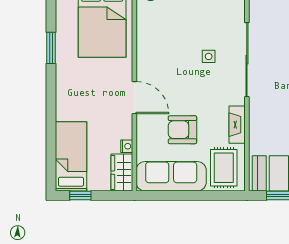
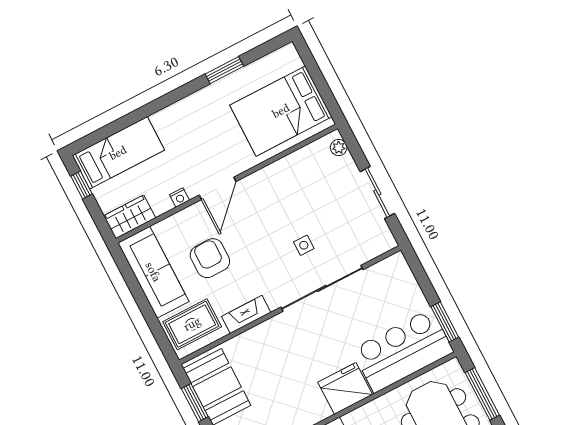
nightstand: (127, 146) -> (180, 198), moved

